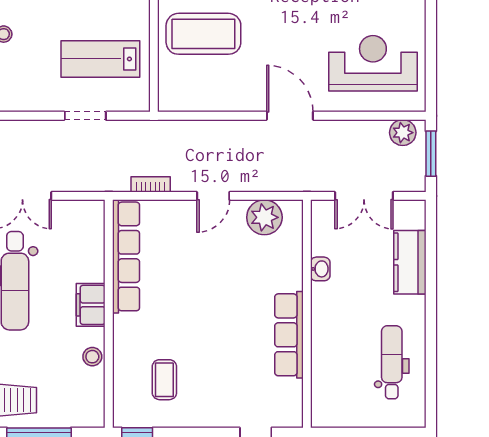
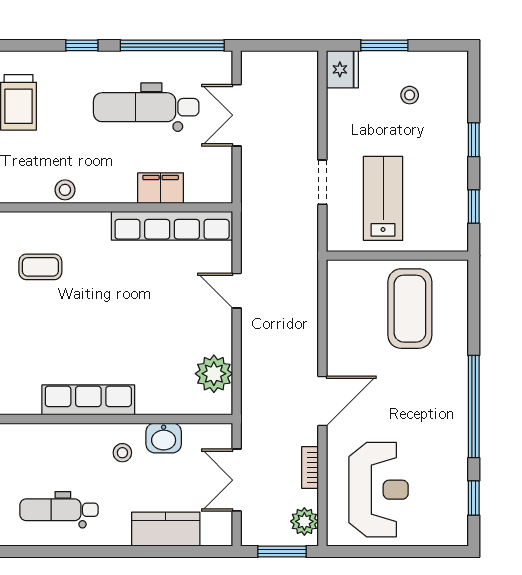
bookcase: (151, 184) -> (310, 468), moved, turned 180
door: (213, 196) -> (237, 291), moved
washbasin: (320, 269) -> (164, 438), width x1.38, depth x1.45
stool: (338, 303) -> (122, 453), added
filing cabinet: (91, 305) -> (161, 188), moved
dental chair: (392, 362) -> (59, 510), turned 180

